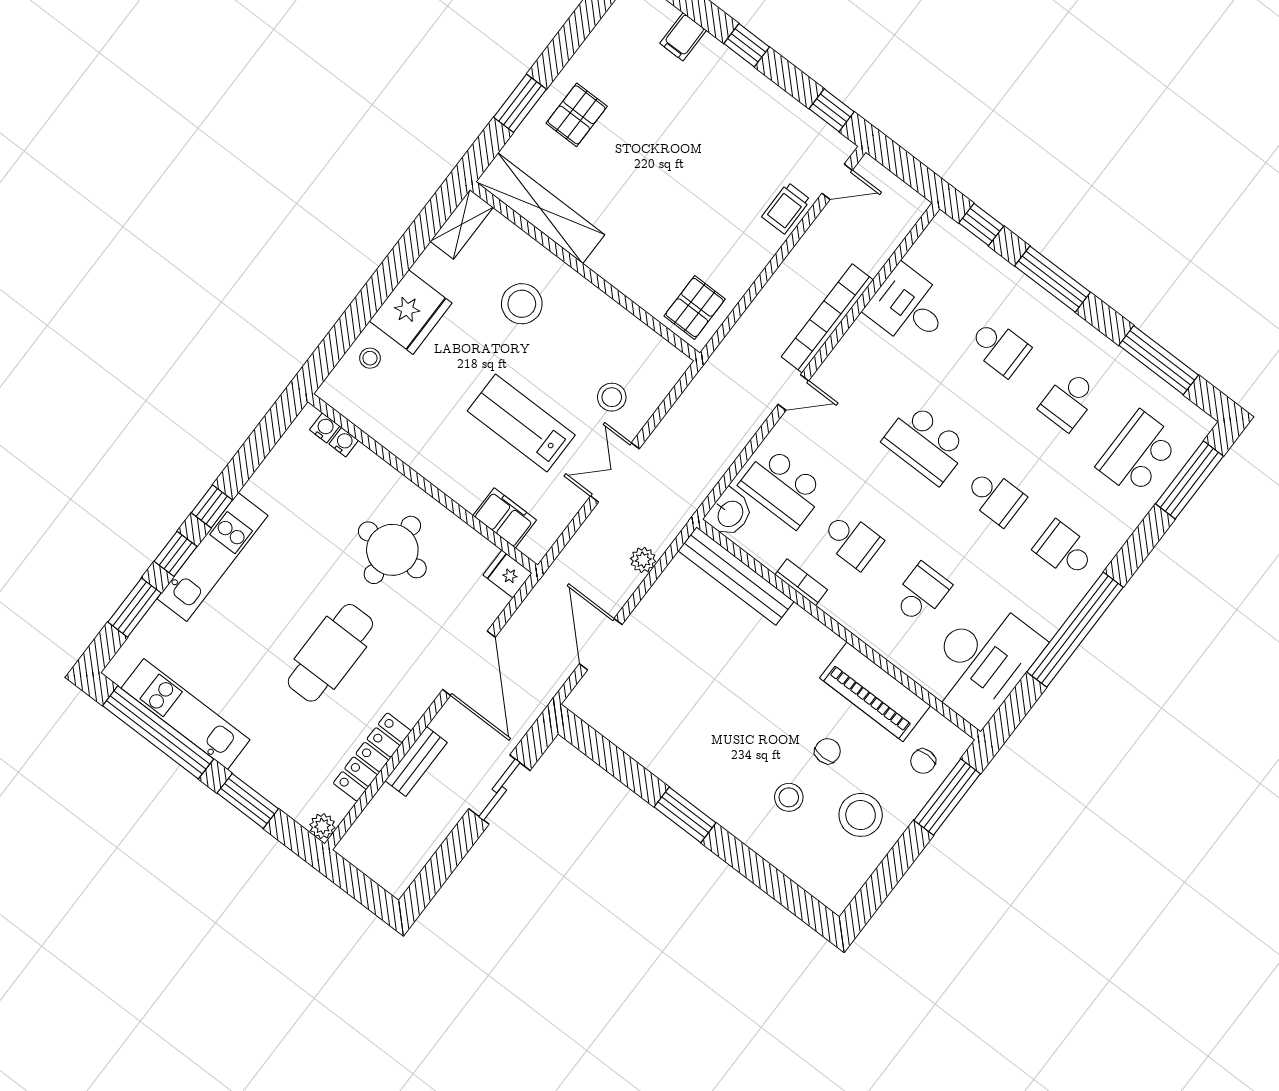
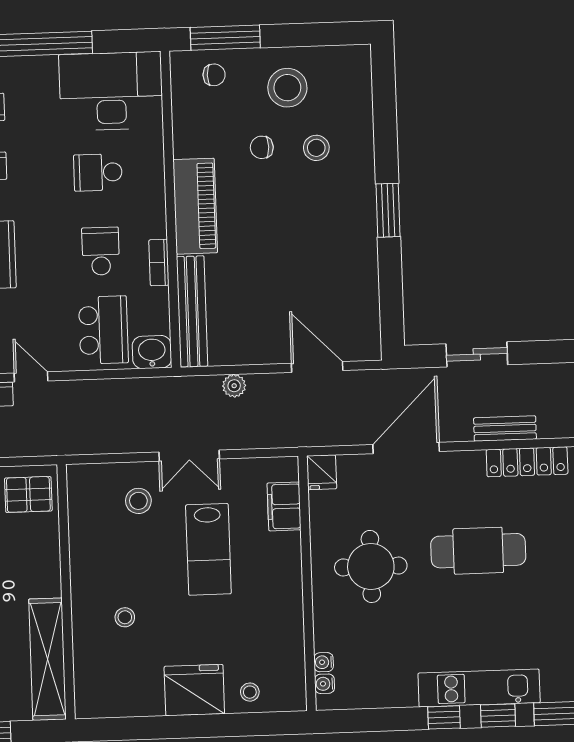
shelving: (462, 224) -> (104, 705), removed
stool: (522, 304) -> (125, 617), width x0.53, depth x0.53
door: (601, 644) -> (317, 367), swing flipped
piano: (875, 692) -> (195, 206), moved

